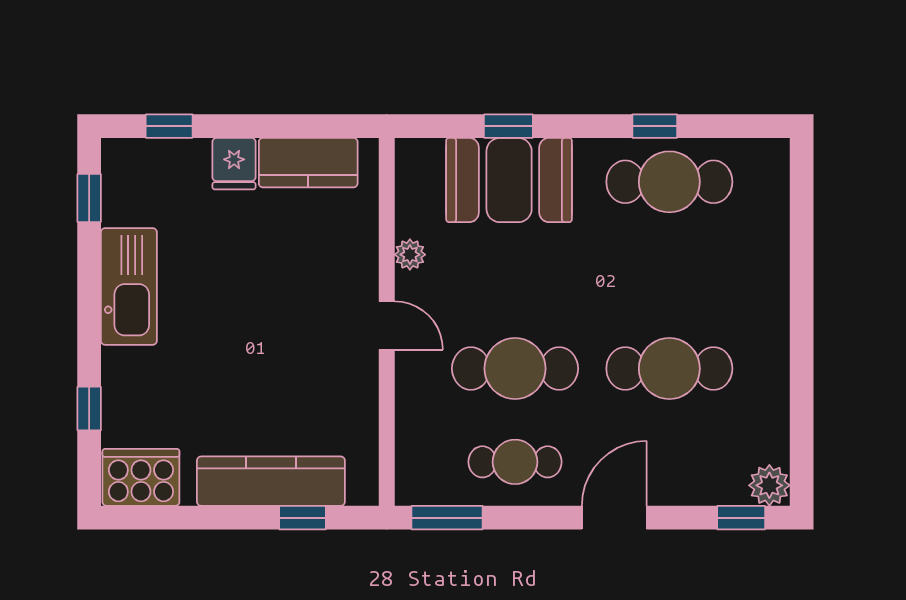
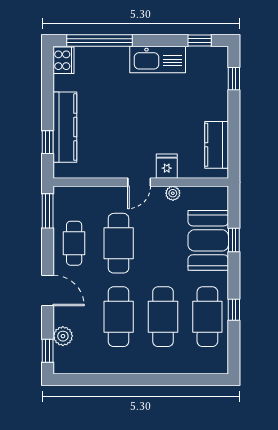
fridge: (234, 164) -> (167, 166), moved, turned 90
cafe table: (669, 275) -> (163, 317), added
window: (89, 409) -> (99, 41), width x3.17
cooker: (141, 477) -> (64, 60), width x0.73, depth x0.76
plant: (769, 485) -> (63, 336), moved

